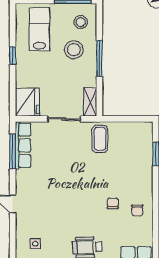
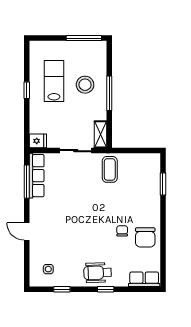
stool: (81, 22) -> (91, 58), removed
lab bench: (39, 29) -> (54, 81), moved
fridge: (27, 102) -> (38, 141), width x0.53, depth x0.75
chair: (137, 210) -> (145, 237), width x1.87, depth x1.87

